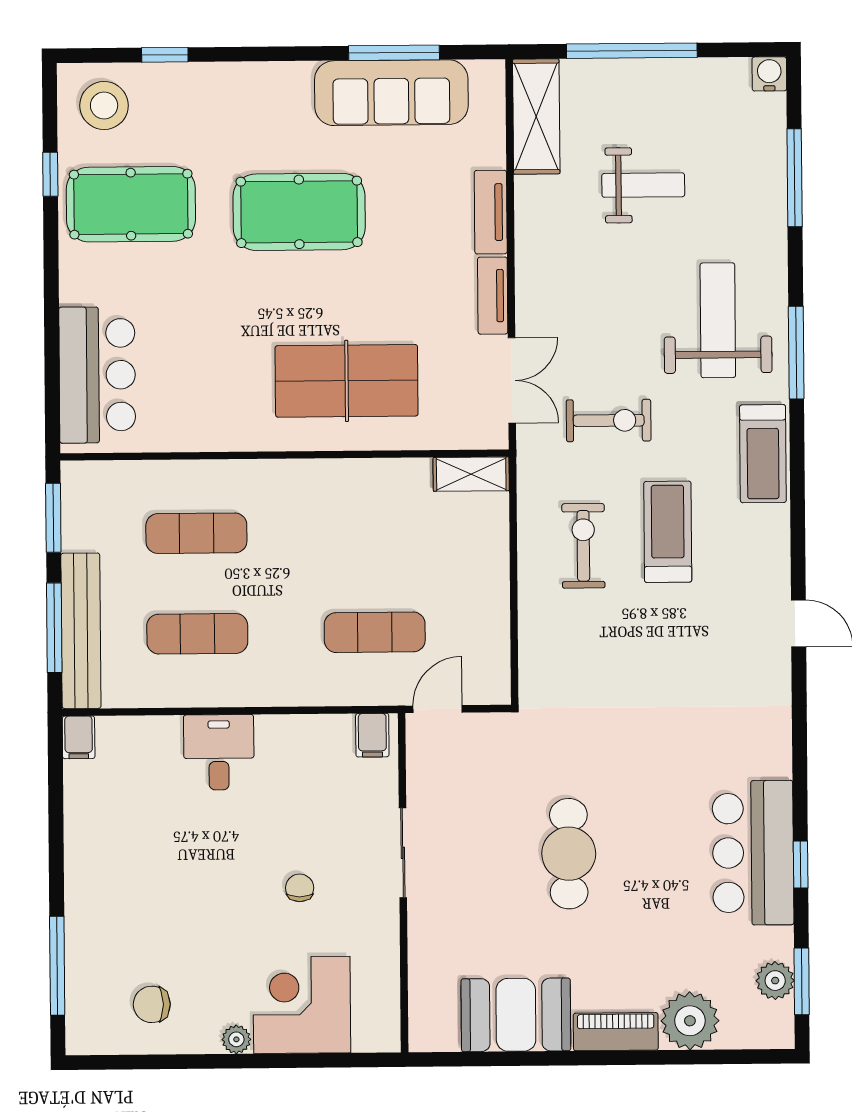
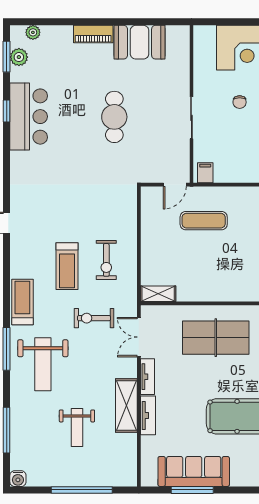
shelving: (536, 116) -> (126, 405), moved
weight bench: (643, 185) -> (77, 427), turned -90
plant: (690, 1021) -> (33, 32), moved, width x0.53, depth x0.53

